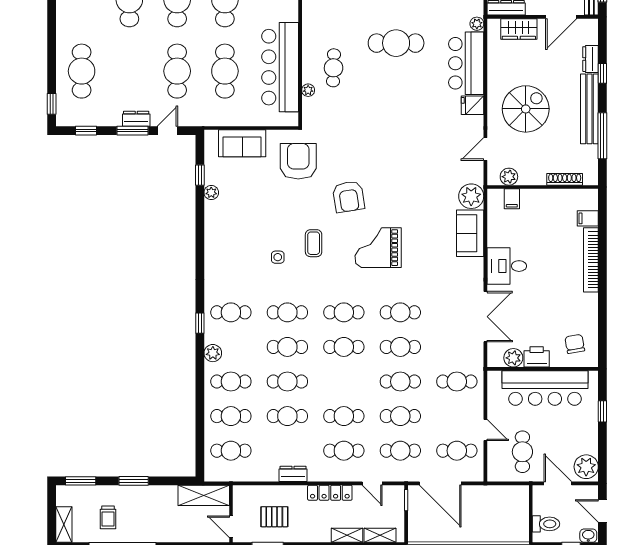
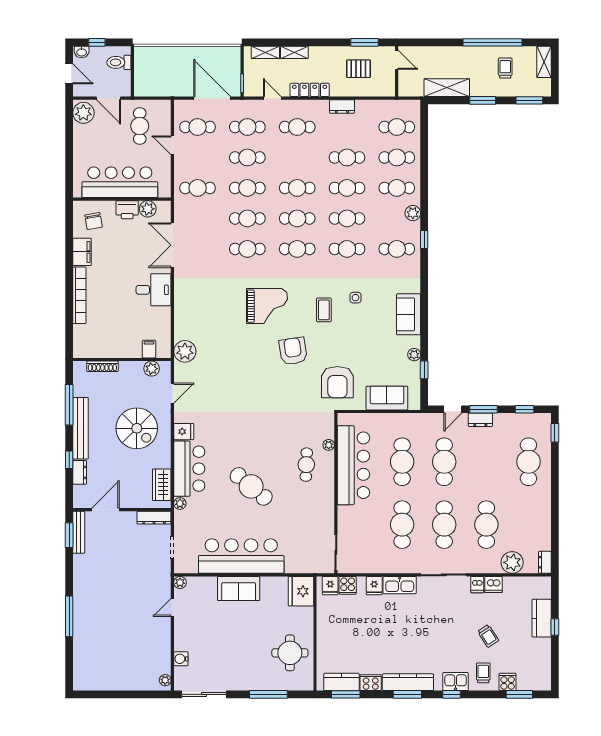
wardrobe: (519, 29) -> (162, 485), moved, turned -90
cafe table: (396, 43) -> (251, 486), turned 40
spiral stairs: (526, 109) -> (137, 428), turned -90
filing cabinet: (588, 218) -> (82, 252), moved, width x2.00
sofa: (470, 233) -> (409, 314), moved, turned 180
window: (602, 411) -> (69, 162), removed
cafe table: (344, 416) -> (297, 188), moved
shelving: (204, 495) -> (447, 88), moved

